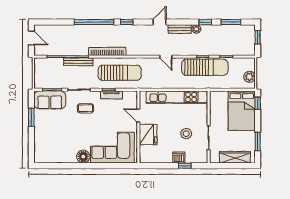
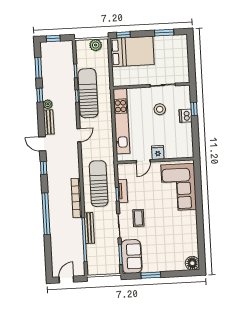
window: (127, 22) -> (44, 168), moved
fridge: (148, 135) -> (158, 152), width x0.53, depth x0.75
floor lamp: (83, 157) -> (192, 263), moved
wardrobe: (235, 157) -> (182, 56), removed

